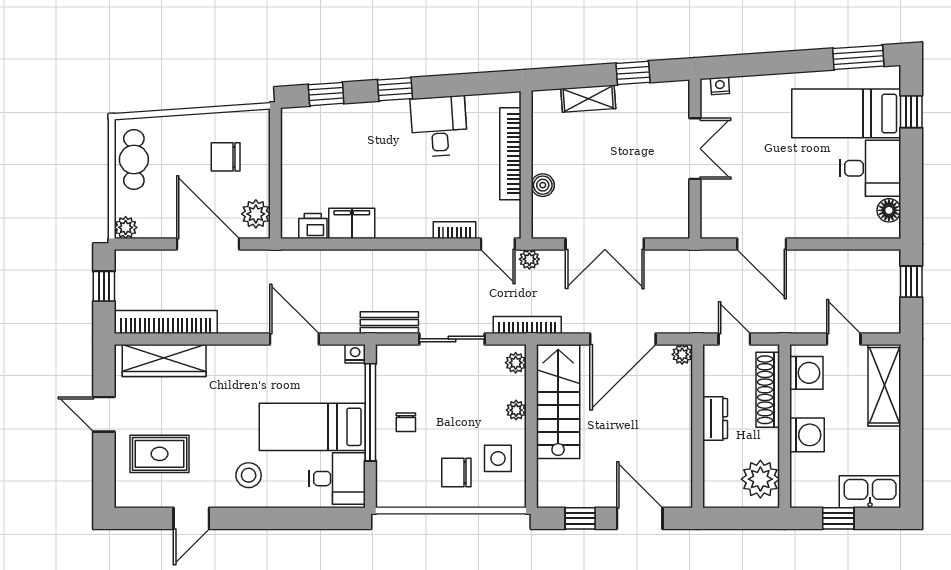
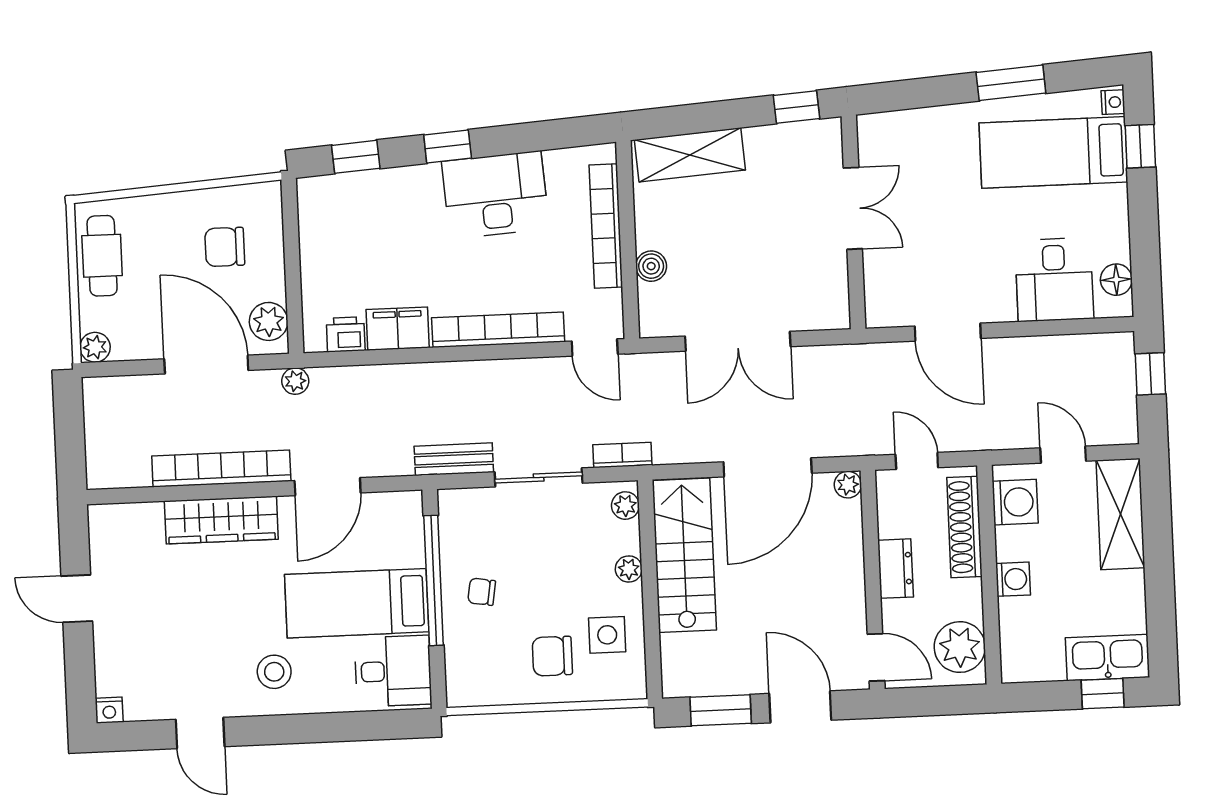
window: (858, 57) -> (1011, 83), moved
window: (633, 73) -> (796, 107), moved
nightstand: (720, 86) -> (1113, 102), moved, turned 94
shelving: (588, 99) -> (690, 155), width x1.50, depth x1.33
desk: (439, 126) -> (495, 195), width x1.37
desk: (870, 168) -> (1054, 280), moved, turned 90
bookcase: (454, 230) -> (498, 330), width x2.31, depth x1.31
plant: (529, 259) -> (295, 381), moved
window: (104, 286) -> (69, 427), removed
bookcase: (166, 322) -> (221, 469), moved
bookcase: (527, 325) -> (622, 455), width x0.64
door: (294, 339) -> (328, 487), swing flipped
nightstand: (355, 354) -> (109, 710), moved, turned 180
wardrobe: (164, 360) -> (221, 520), moved
chair: (406, 422) -> (482, 592), turned 99
washing machine: (807, 435) -> (1013, 579), width x0.73, depth x0.73
rug: (160, 454) -> (154, 648), removed
door: (698, 484) -> (876, 657), added
door: (191, 518) -> (200, 733), hinge flipped
window: (580, 518) -> (721, 710), width x1.50
window: (838, 518) -> (1103, 694), moved

